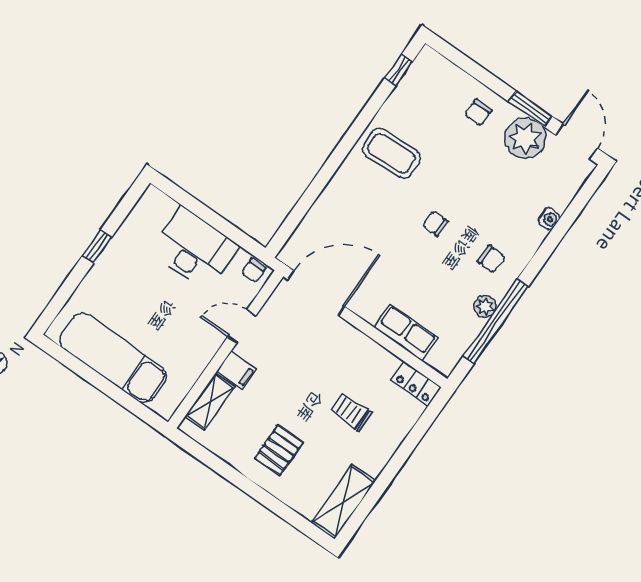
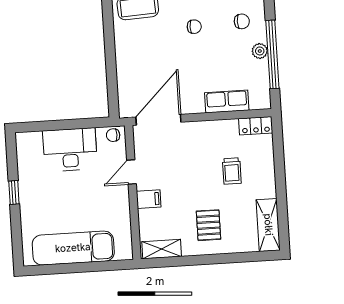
chair: (435, 223) -> (194, 27), turned 180
chair: (254, 270) -> (113, 135), turned 90
shelving: (210, 401) -> (162, 249), moved, turned 90
trolley: (351, 412) -> (232, 171), turned -90

